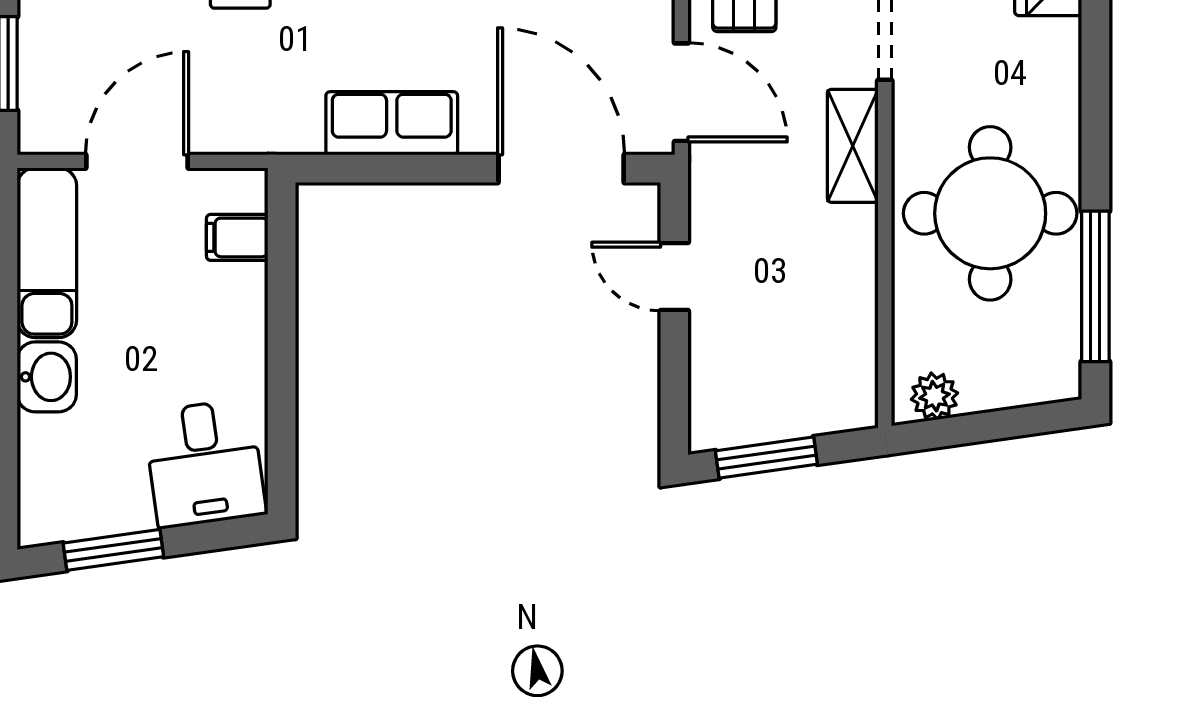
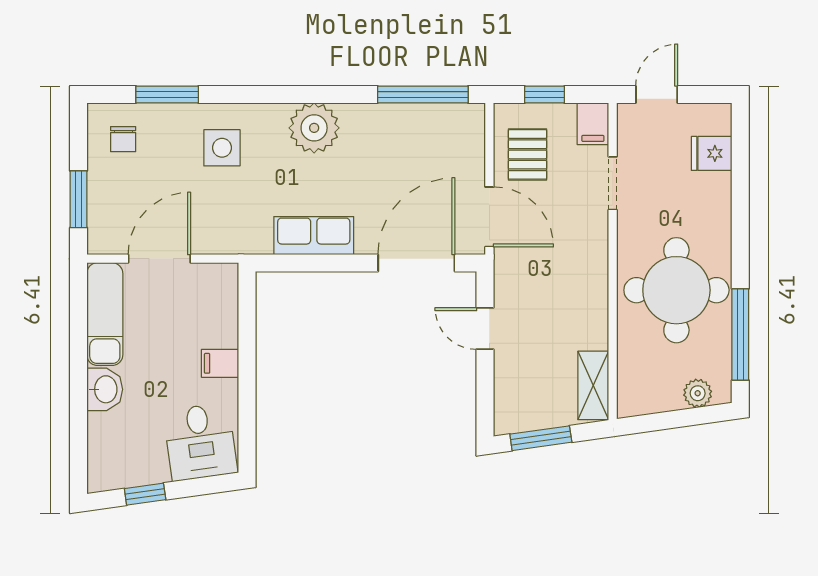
shelving: (853, 146) -> (593, 385), moved
door: (561, 169) -> (416, 263), hinge flipped
filing cabinet: (237, 237) -> (220, 363), moved
plant: (934, 396) -> (698, 393), moved
window: (113, 550) -> (145, 494), width x0.67

